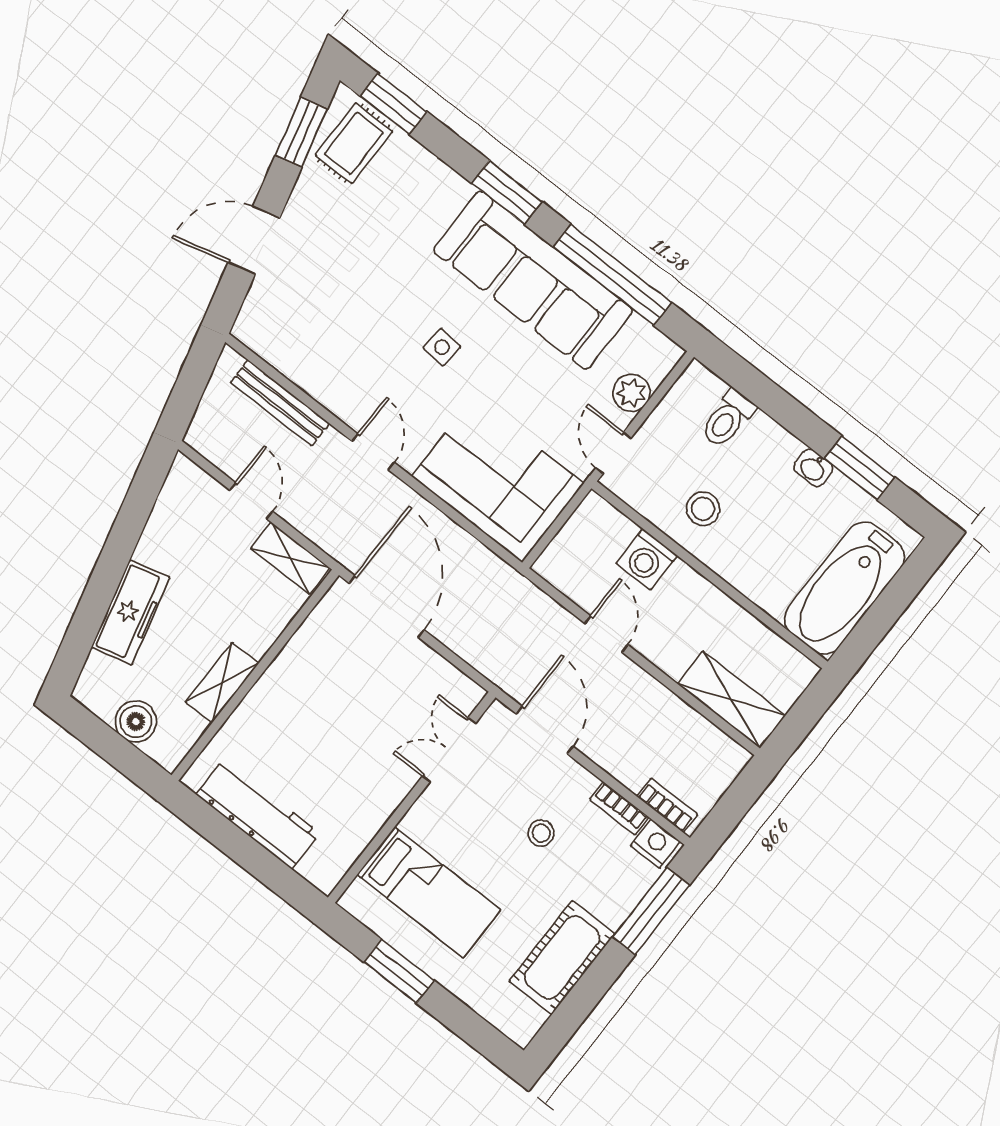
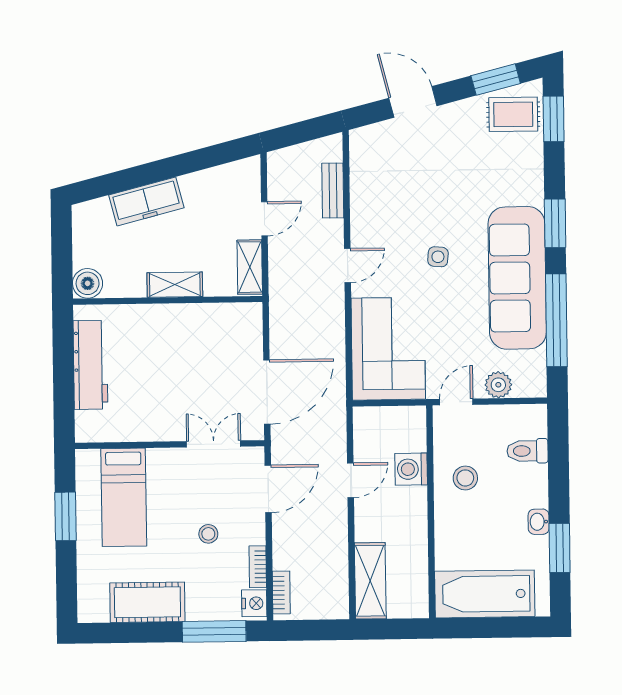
bench: (280, 403) -> (333, 191), width x0.73
door: (387, 607) -> (267, 392), moved
shelving: (222, 683) -> (175, 285), moved
boiler: (136, 721) -> (88, 283), moved

